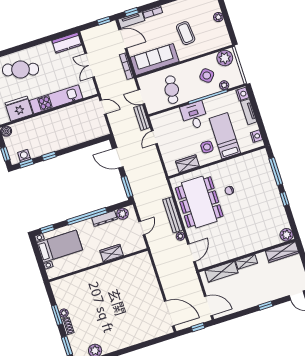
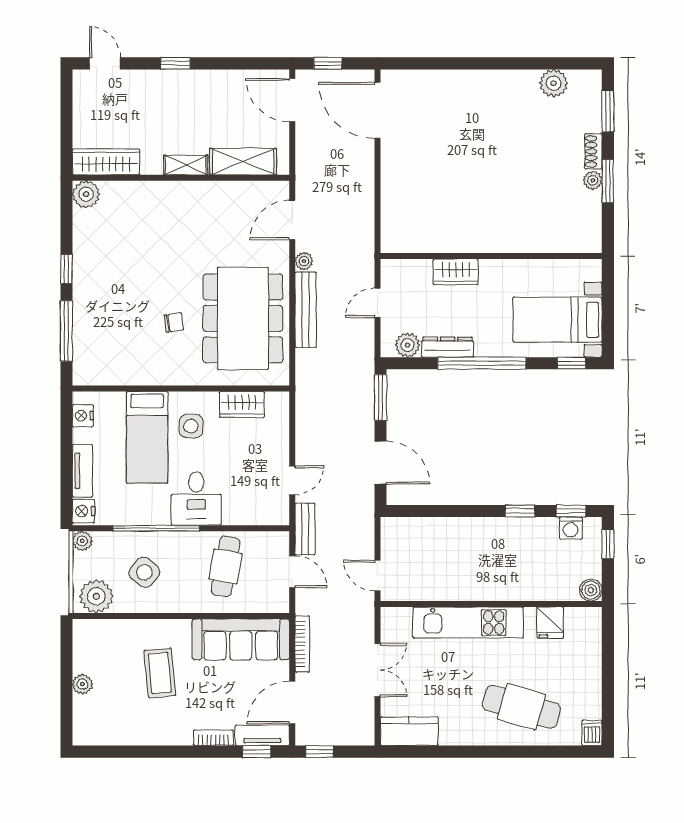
door: (123, 39) -> (292, 702), hinge flipped
plant: (224, 85) -> (82, 541), moved
fridge: (19, 109) -> (550, 623), width x0.53, depth x0.75

